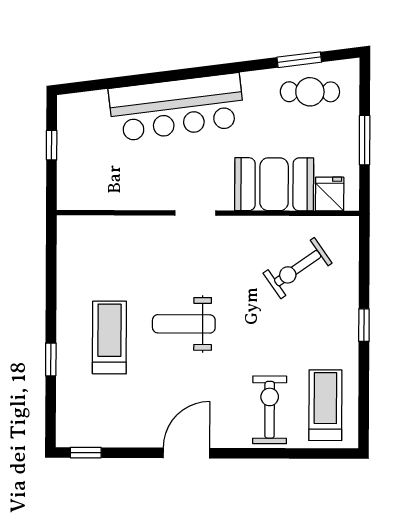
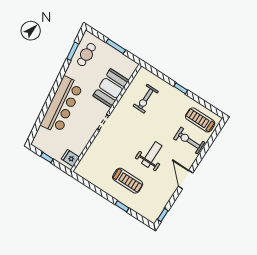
fridge: (330, 194) -> (70, 158), moved
exercise bike: (298, 268) -> (146, 99), turned 35
weight bench: (184, 324) -> (152, 154), moved, turned 180
treadmill: (109, 337) -> (128, 181), turned 180

